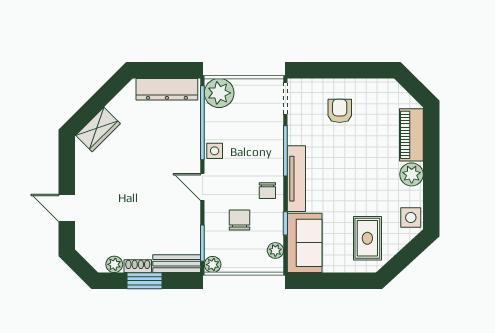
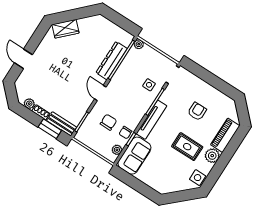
dresser: (167, 89) -> (112, 61), moved, turned 90
plant: (219, 93) -> (139, 44), width x0.53, depth x0.53
armchair: (340, 111) -> (197, 111), moved
side table: (215, 151) -> (149, 85), moved
chair: (267, 191) -> (125, 133), moved
rug: (367, 238) -> (187, 147), moved, turned 90
plant: (213, 265) -> (80, 136), removed
window: (144, 281) -> (50, 129), moved

